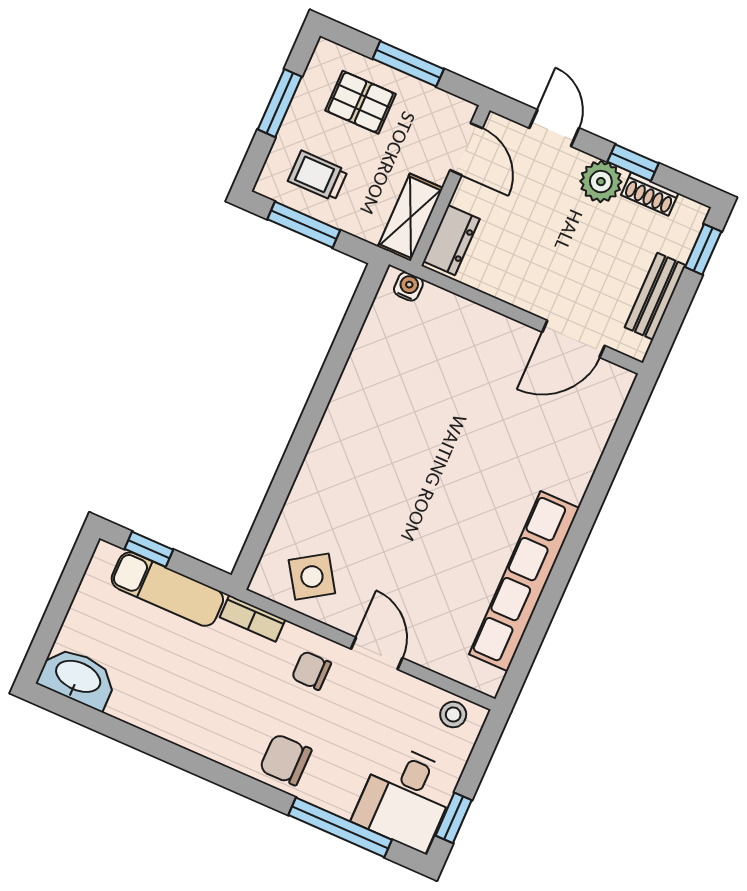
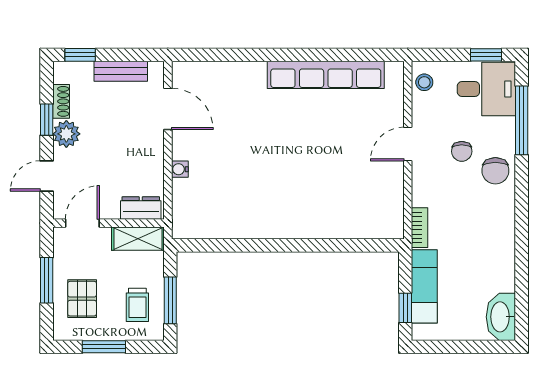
water cooler: (408, 286) -> (180, 169), moved
side table: (312, 577) -> (379, 203), removed
chair: (311, 671) -> (462, 151), moved

